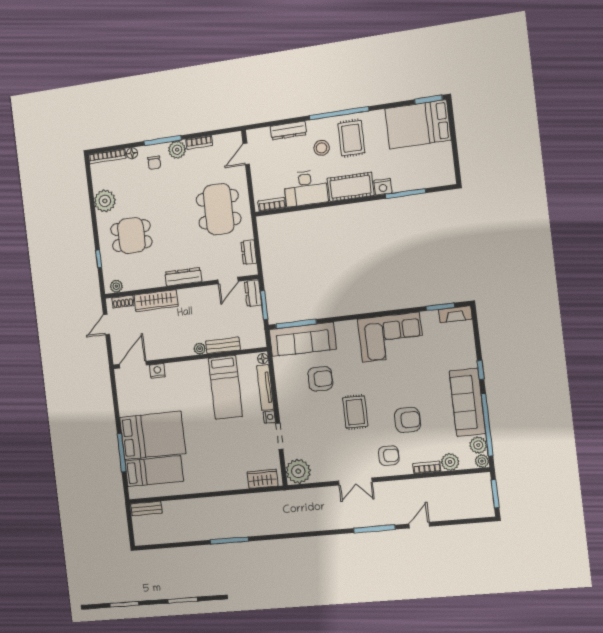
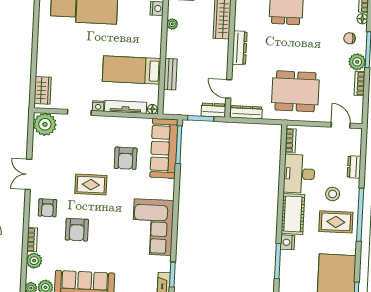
dresser: (288, 130) -> (354, 167), width x0.70
dresser: (249, 252) -> (246, 112), width x1.44
plant: (200, 349) -> (172, 24), moved

